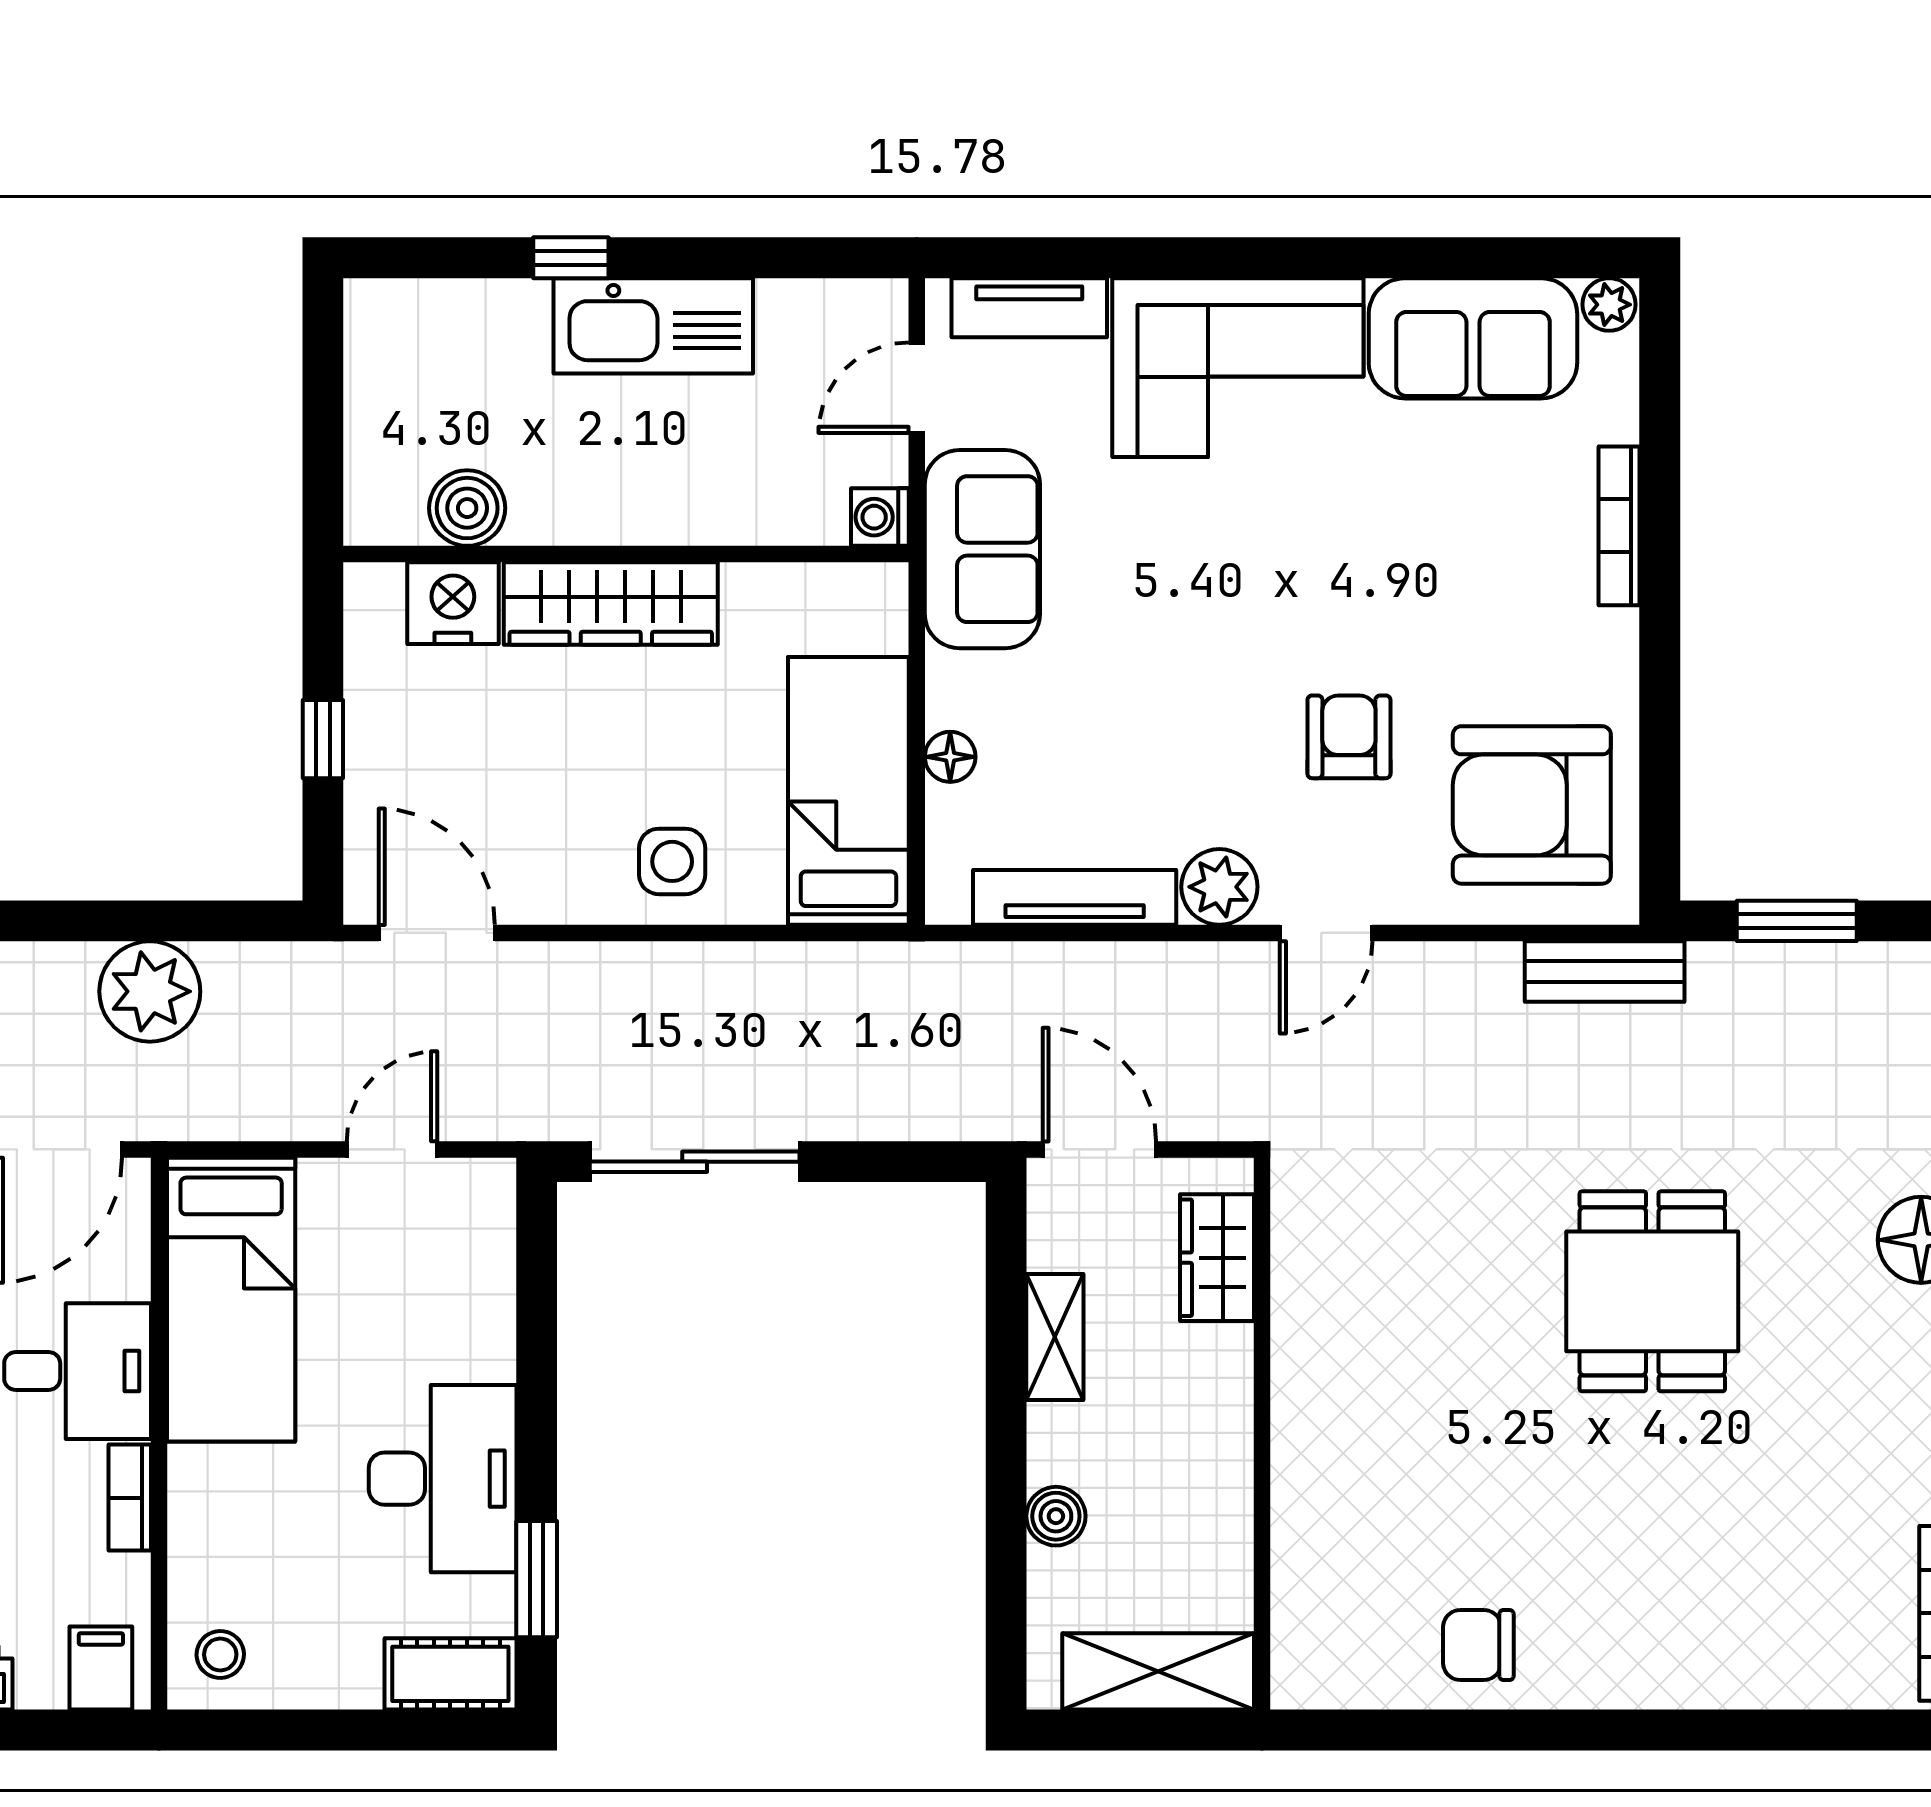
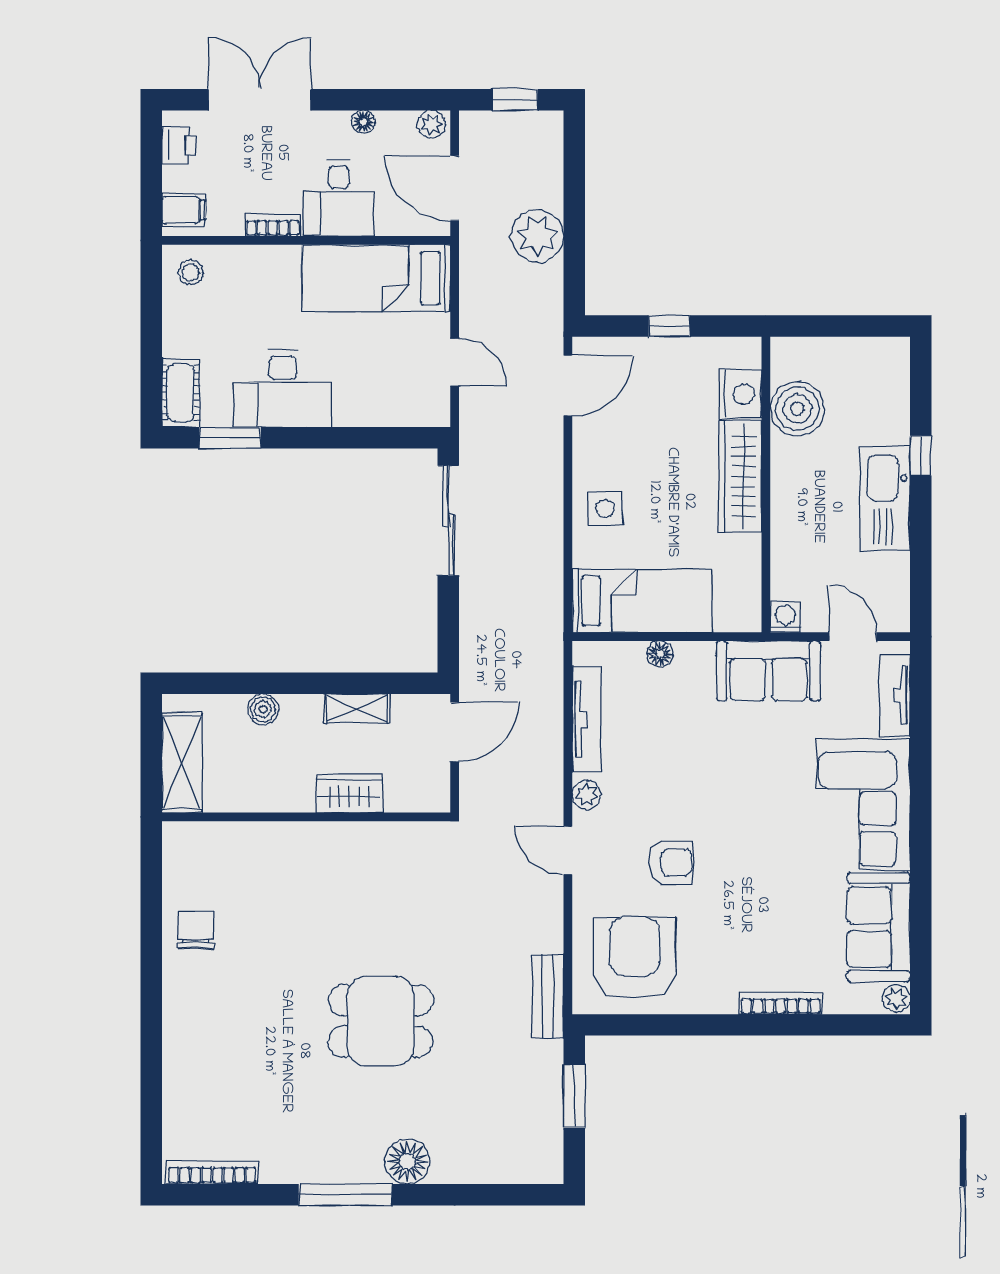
boiler: (467, 508) -> (797, 409), width x1.37, depth x1.37
plant: (1219, 887) -> (587, 795), width x0.73, depth x0.73
wardrobe: (1217, 1258) -> (349, 793), moved

